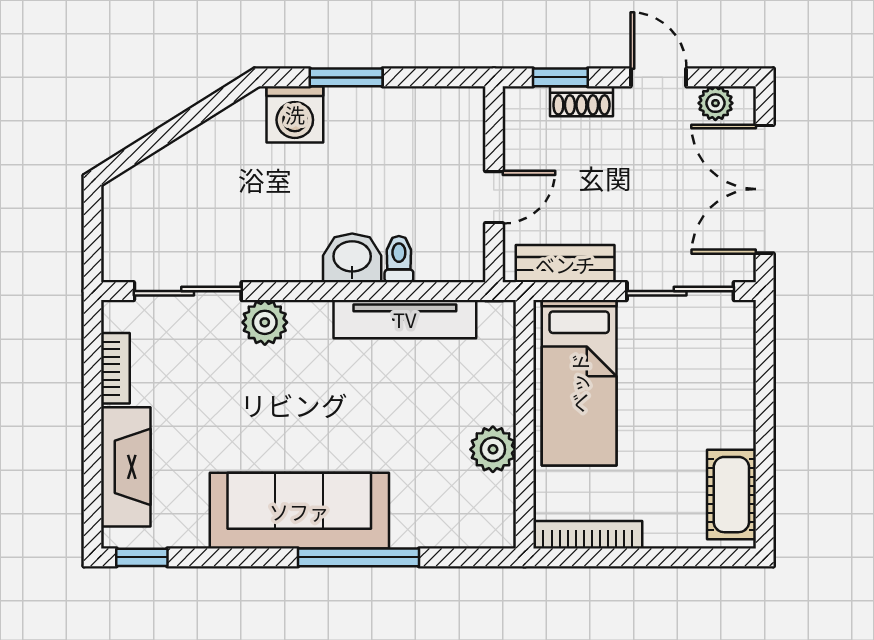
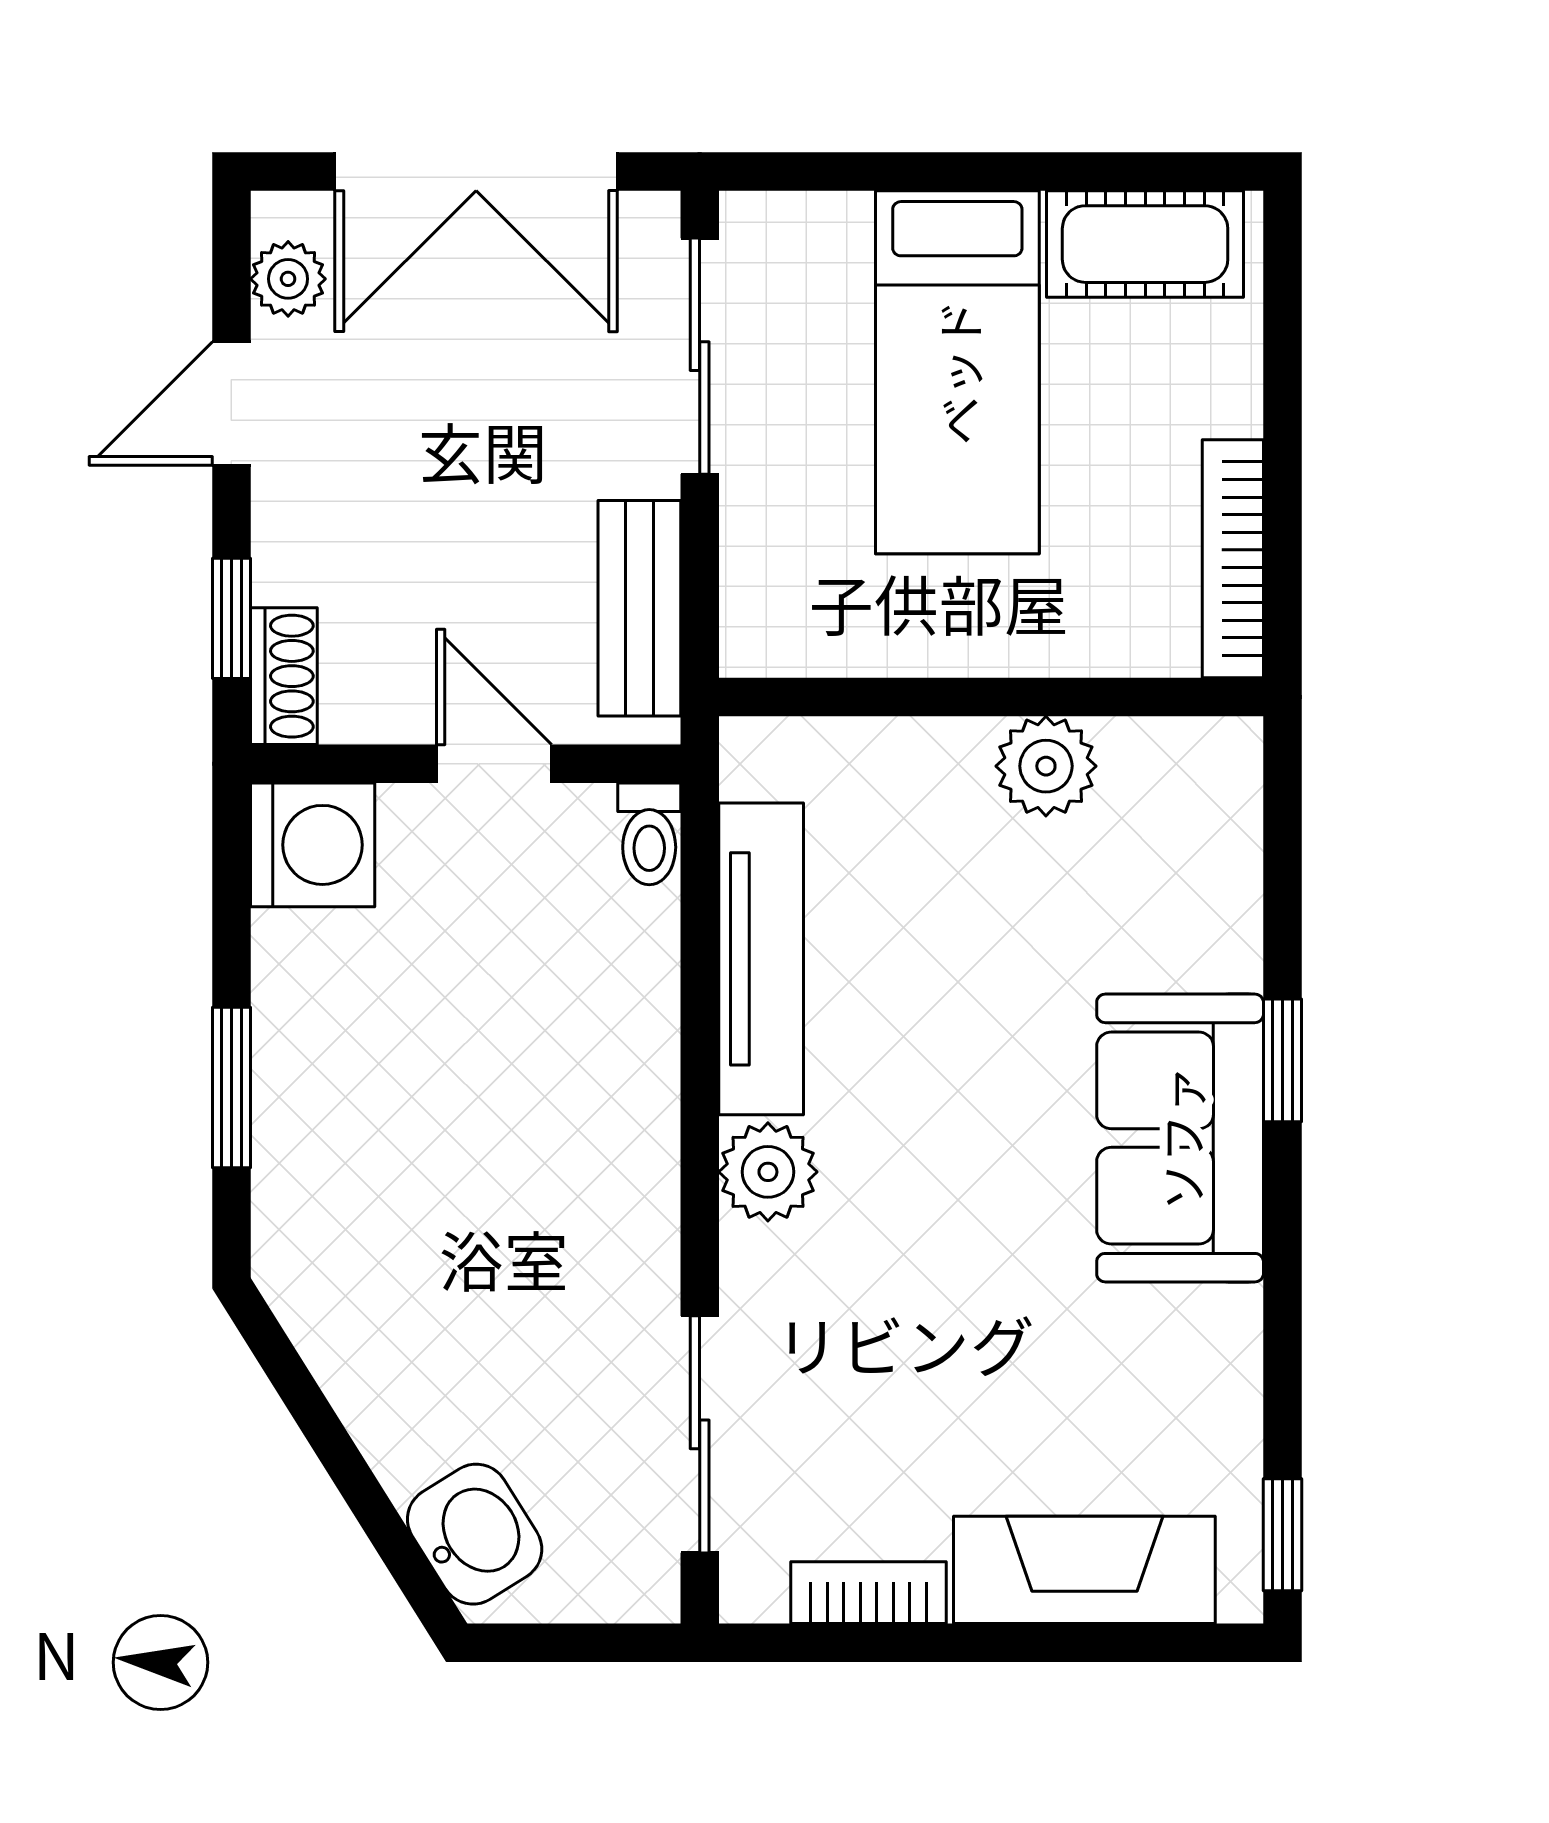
shoe rack: (581, 101) -> (284, 676), moved
washing machine: (295, 114) -> (313, 845), moved
washbasin: (352, 258) -> (475, 1534), moved, turned 148
toilet: (399, 259) -> (649, 834), moved, turned -90
plant: (265, 322) -> (768, 1172), moved
bed: (579, 383) -> (957, 372), moved, turned 90
sofa: (299, 511) -> (1180, 1138), width x0.73
window: (359, 557) -> (1282, 1060), width x0.46

